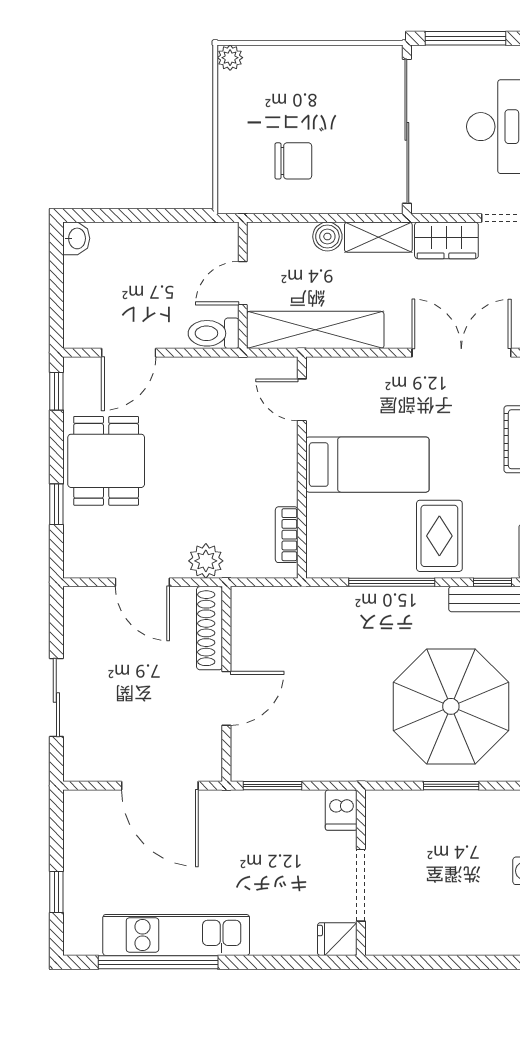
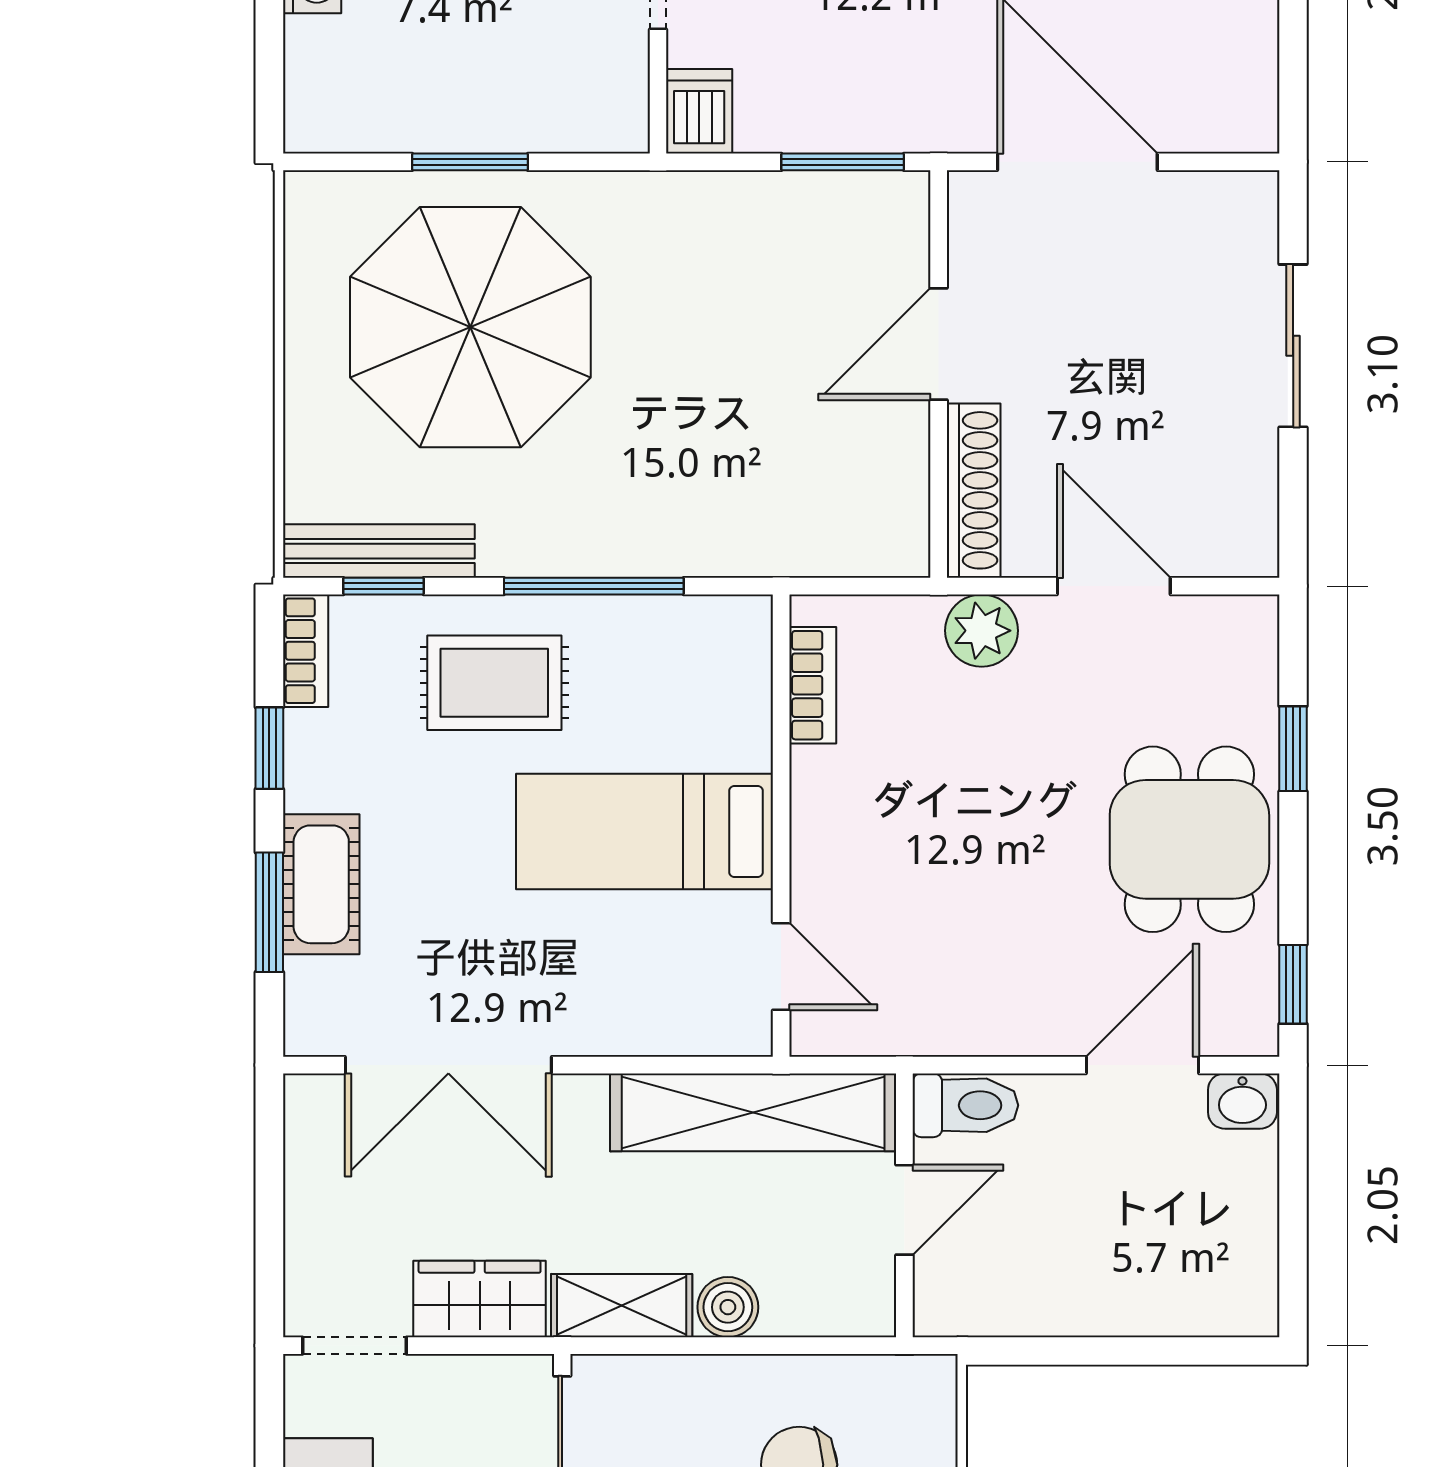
washbasin: (76, 238) -> (1242, 1101), moved, turned -90
rug: (439, 536) -> (494, 683), turned 90

